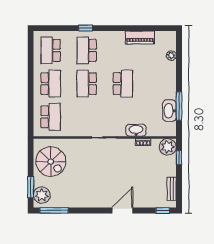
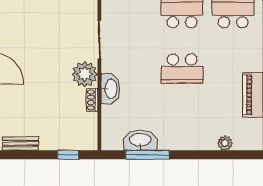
plant: (168, 147) -> (85, 74), moved

